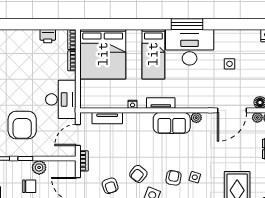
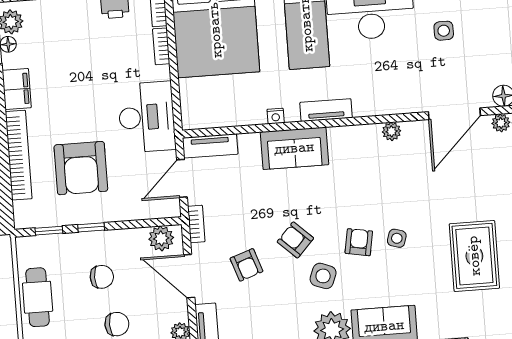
tv unit: (107, 118) -> (210, 146), moved
sofa: (172, 123) -> (294, 148), moved
plant: (39, 167) -> (161, 238), moved
armchair: (138, 174) -> (295, 240), turned 94

